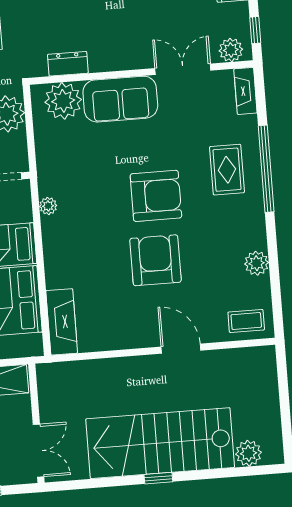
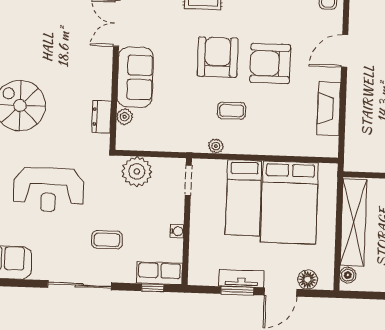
plant: (63, 101) -> (125, 117), width x0.53, depth x0.53
coffee table: (93, 220) -> (232, 111), added
fireplace: (62, 322) -> (329, 109), moved, turned -90

